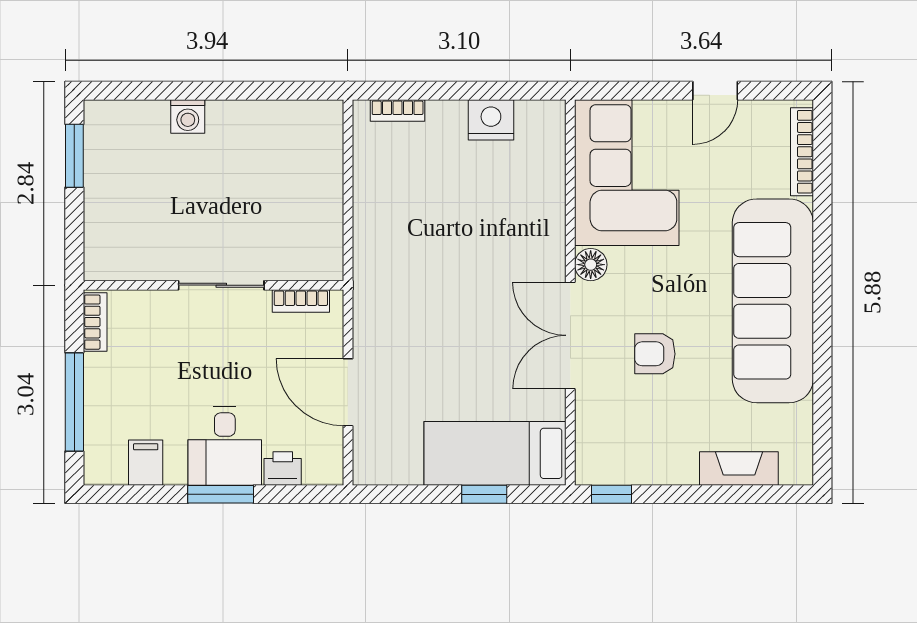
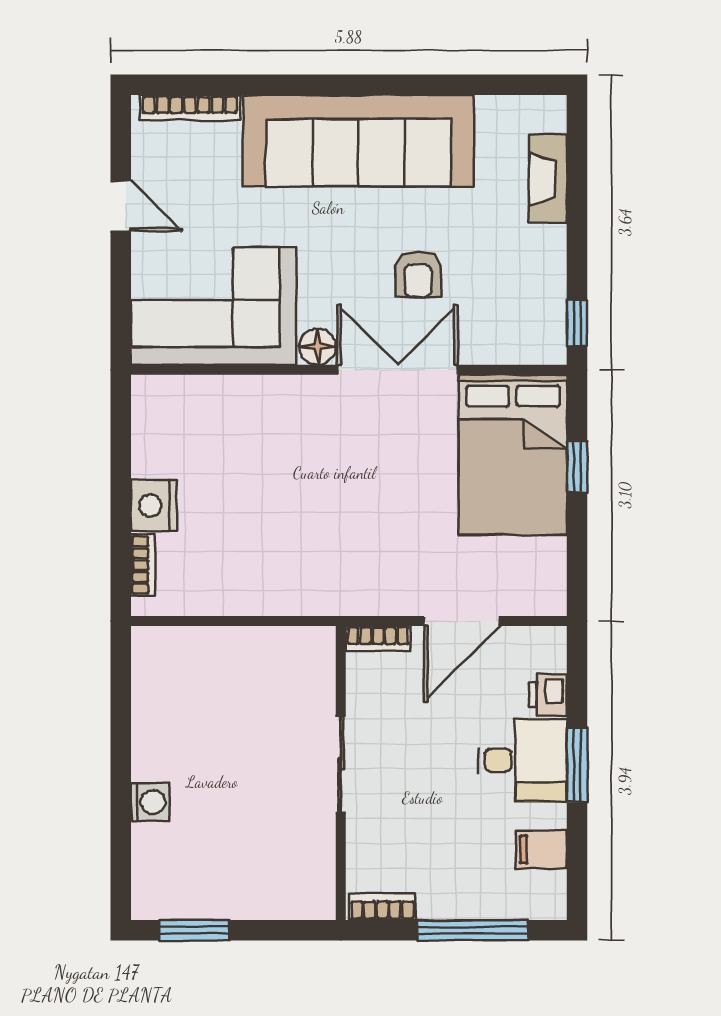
nightstand: (491, 120) -> (154, 505), moved
bookcase: (301, 301) -> (378, 639), moved, turned 90
double door: (570, 335) -> (398, 370), swing flipped
bed: (495, 453) -> (513, 455), width x1.50

